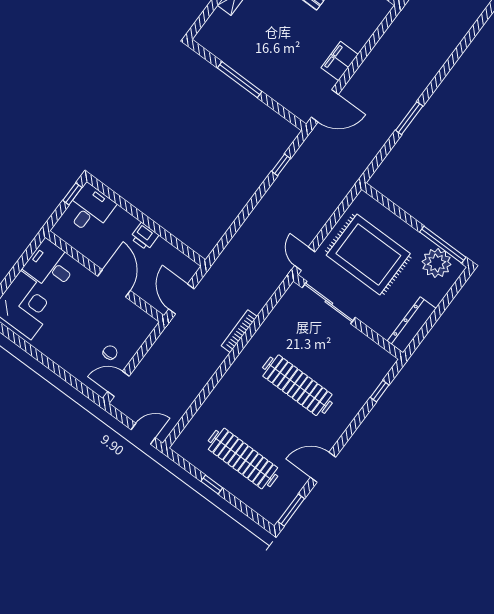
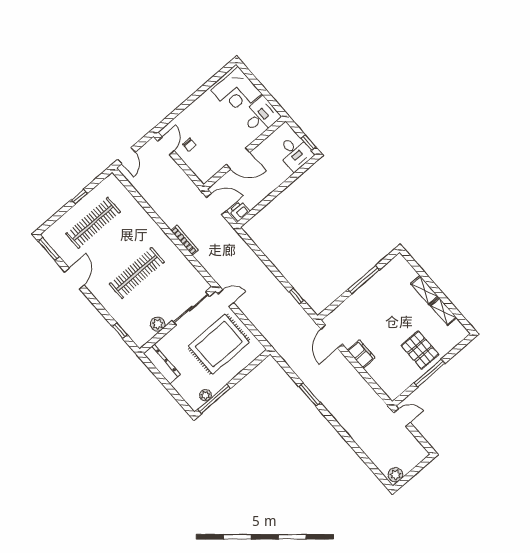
printer: (144, 236) -> (239, 211), moved
plant: (437, 263) -> (205, 395), width x0.53, depth x0.53
plant: (360, 342) -> (158, 324), added

